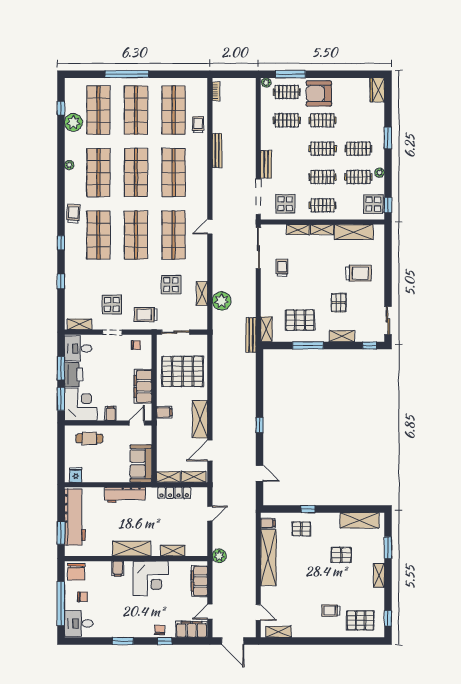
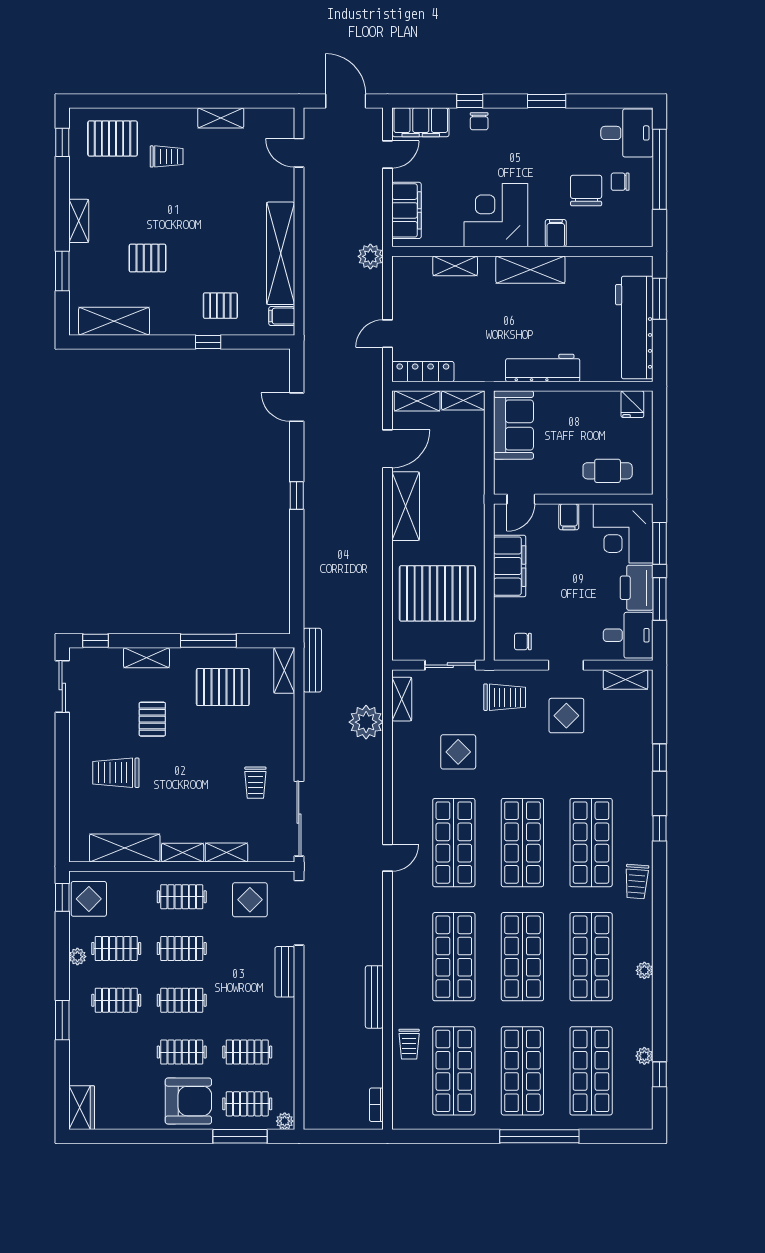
plant: (73, 122) -> (644, 1056), width x0.53, depth x0.53
shelving: (202, 293) -> (402, 699), moved
filing cabinet: (164, 412) -> (471, 519), removed
locker: (174, 493) -> (423, 372), moved
chair: (76, 572) -> (586, 191), moved
shelving: (279, 632) -> (221, 118), moved

